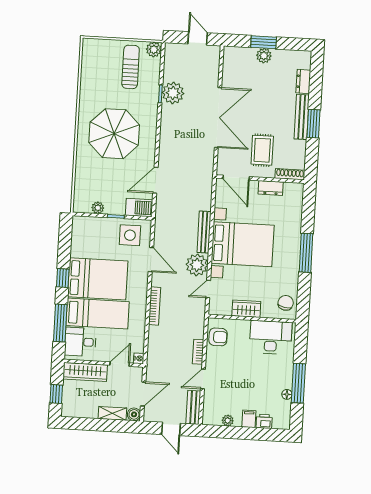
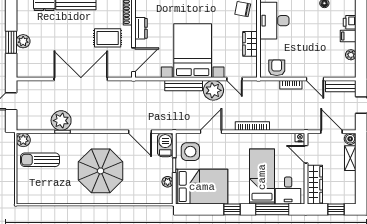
bed: (98, 279) -> (202, 187), moved, turned 90

